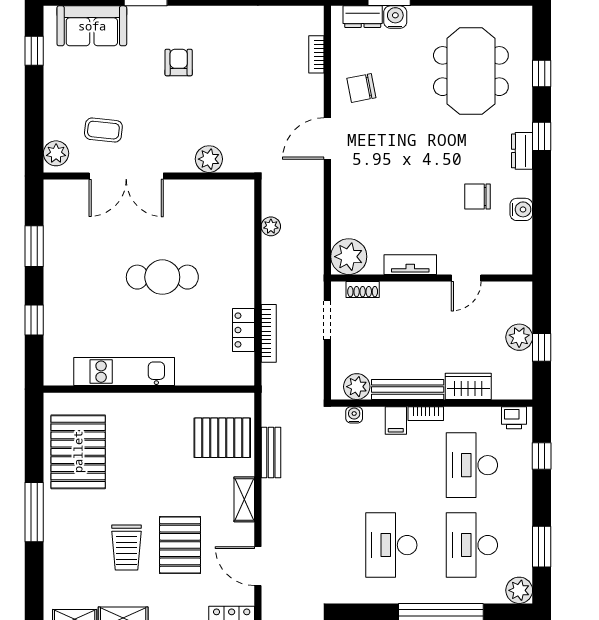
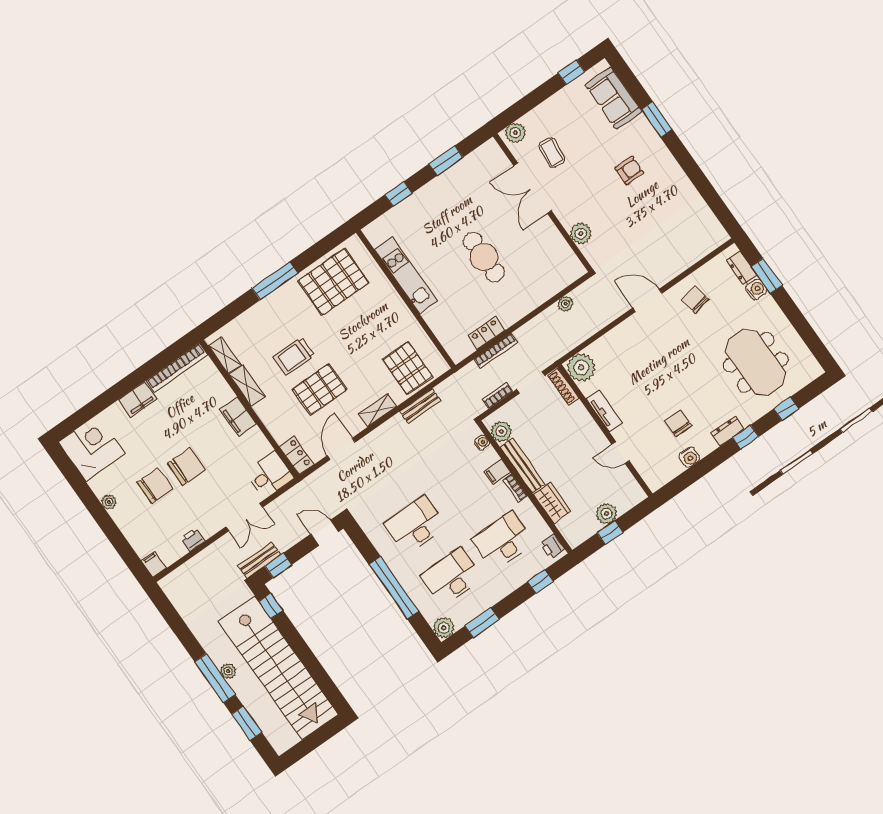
bookcase: (316, 54) -> (497, 395), moved
meeting table: (471, 71) -> (756, 362), turned 90
shoe rack: (363, 290) -> (563, 387), width x1.43

